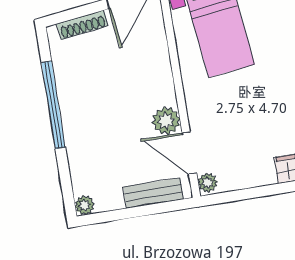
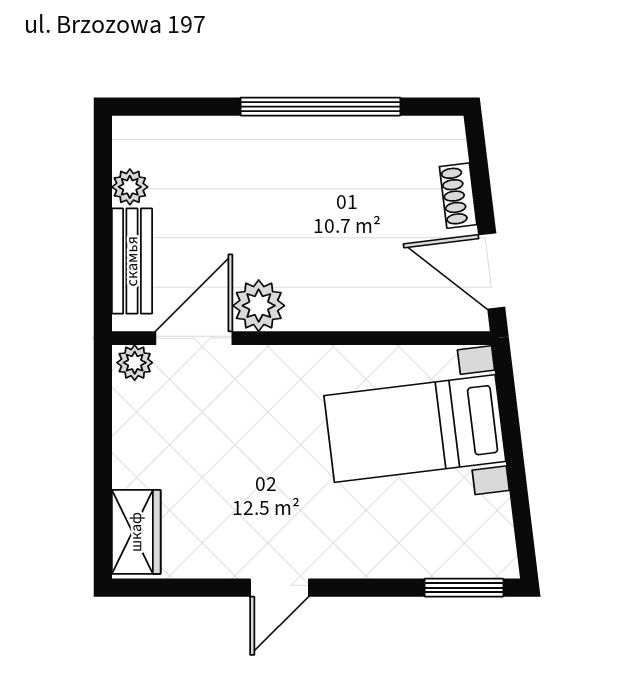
shoe rack: (82, 25) -> (458, 196), width x0.70
plant: (85, 205) -> (130, 187), moved

